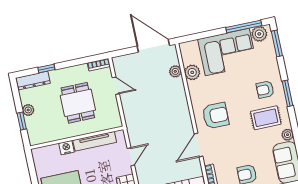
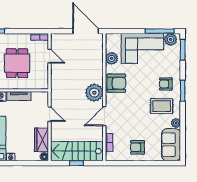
plant: (175, 71) -> (94, 93), moved, width x1.87, depth x1.87
armchair: (216, 116) -> (116, 83), moved
tv unit: (95, 141) -> (19, 96), width x0.71
door: (131, 157) -> (50, 114), hinge flipped

